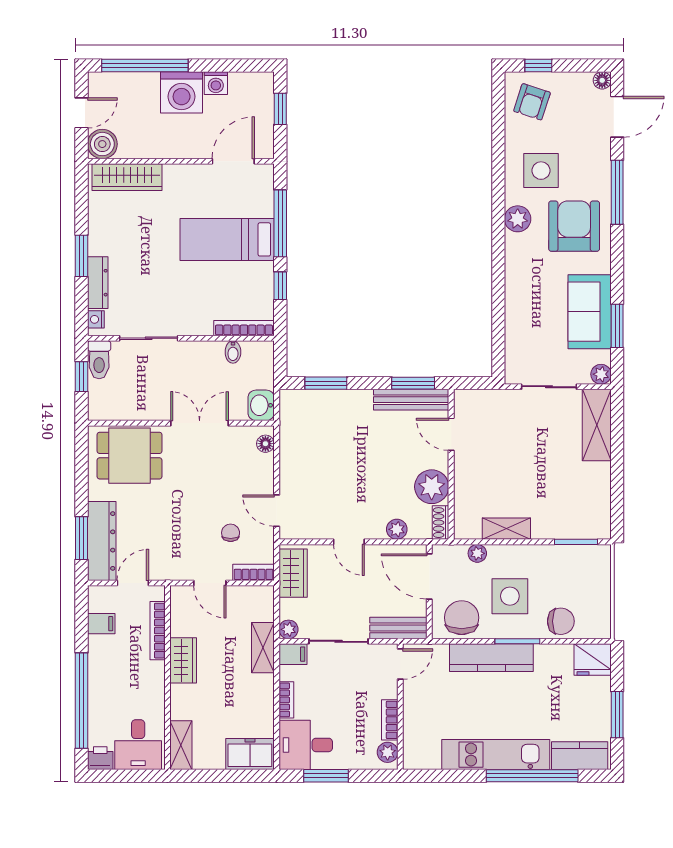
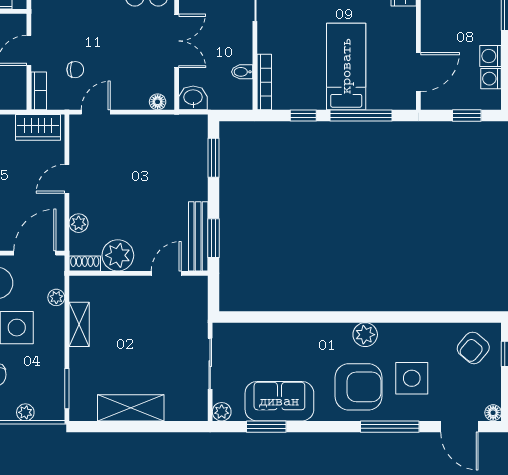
washing machine: (182, 92) -> (491, 79), moved, width x0.53, depth x0.53
armchair: (532, 102) -> (473, 348), turned -68
door: (233, 161) -> (418, 72), hinge flipped
side table: (541, 171) -> (412, 378), moved
shelving: (597, 425) -> (131, 408), moved
plant: (602, 587) -> (25, 412), added

